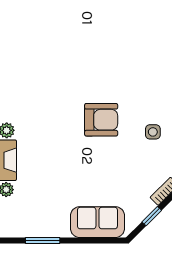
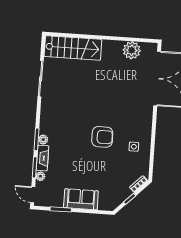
sofa: (97, 222) -> (81, 199), moved

